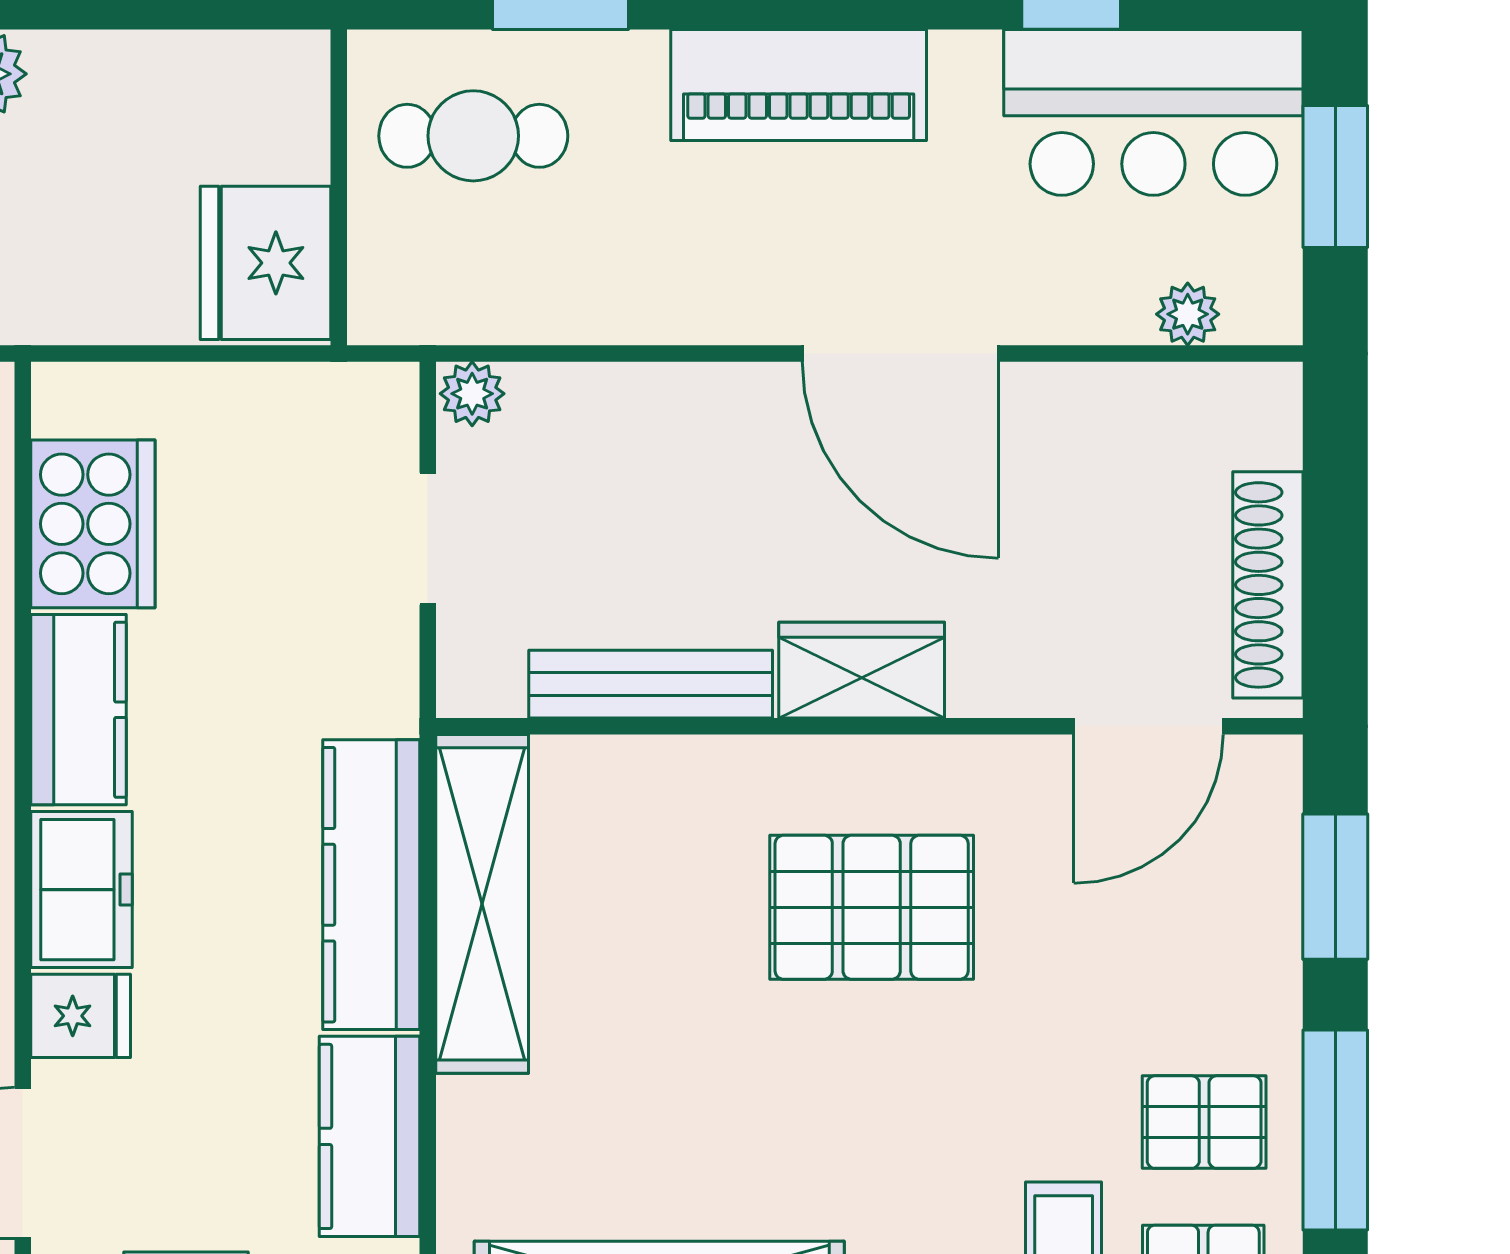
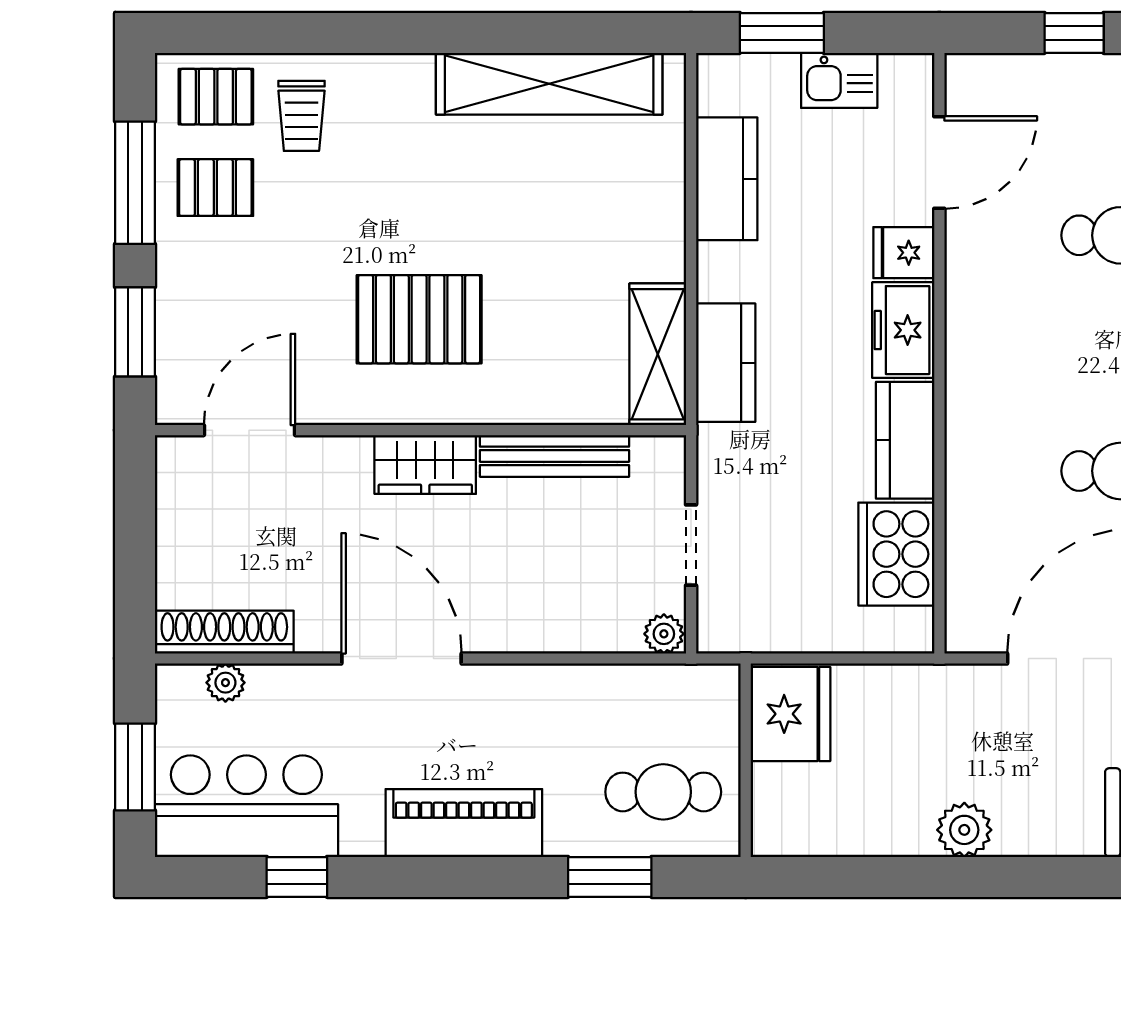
shoe rack: (1268, 585) -> (224, 632), moved, turned -90
kitchen counter: (371, 885) -> (726, 363), width x0.67
shelving: (482, 904) -> (658, 354), width x0.68

